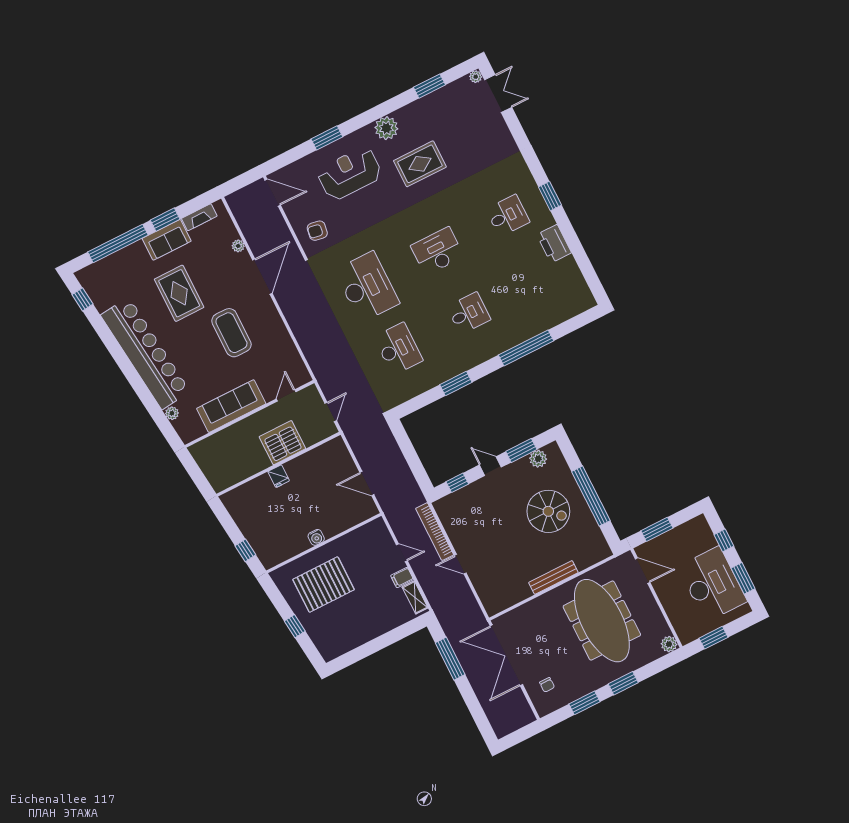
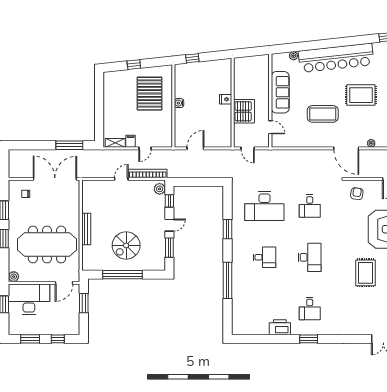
desk: (367, 287) -> (310, 206), width x0.53, depth x0.77
desk: (469, 313) -> (264, 257), turned -90
desk: (398, 349) -> (264, 206), width x1.36, depth x1.30
plant: (538, 459) -> (160, 189), moved
desk: (712, 584) -> (29, 299), moved, turned 180

